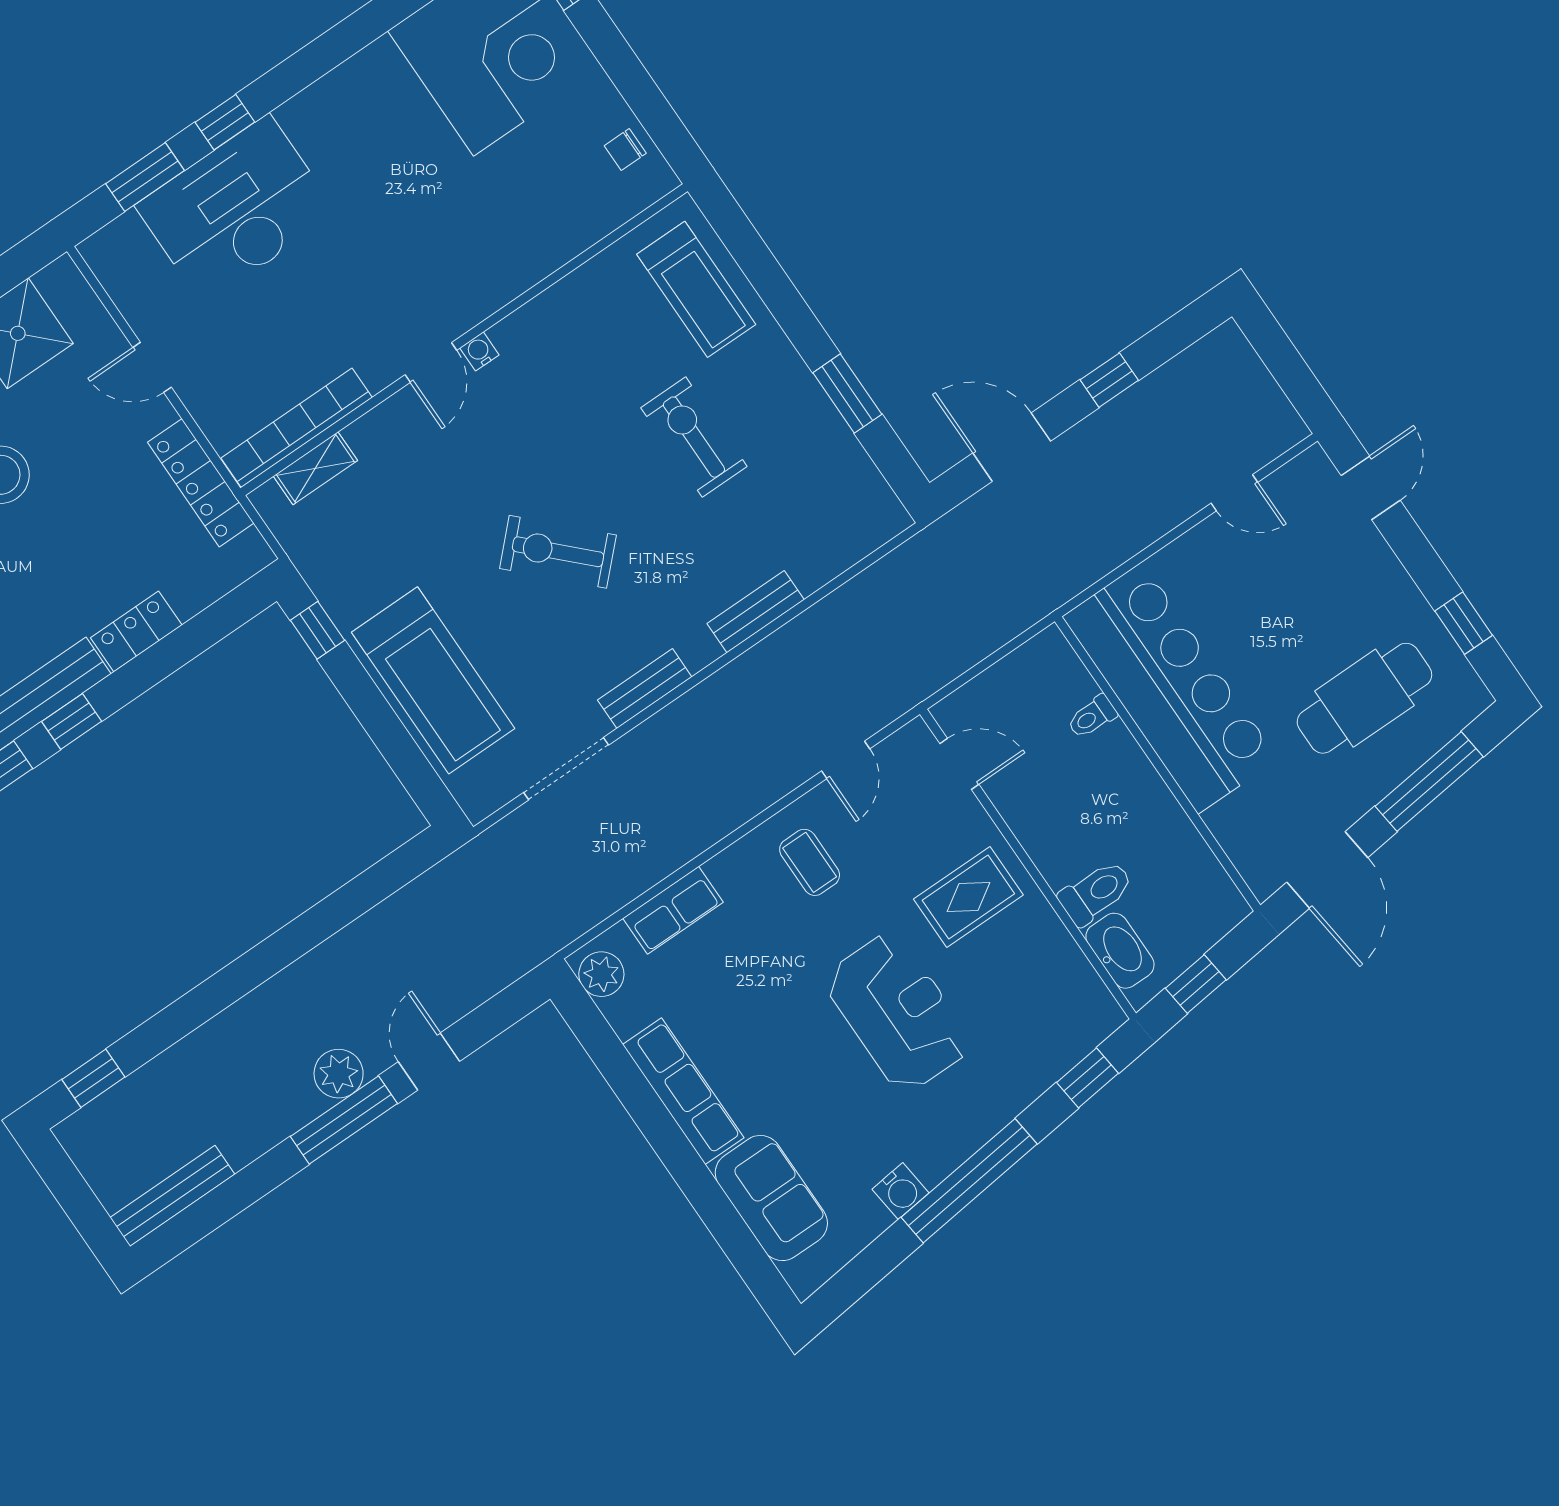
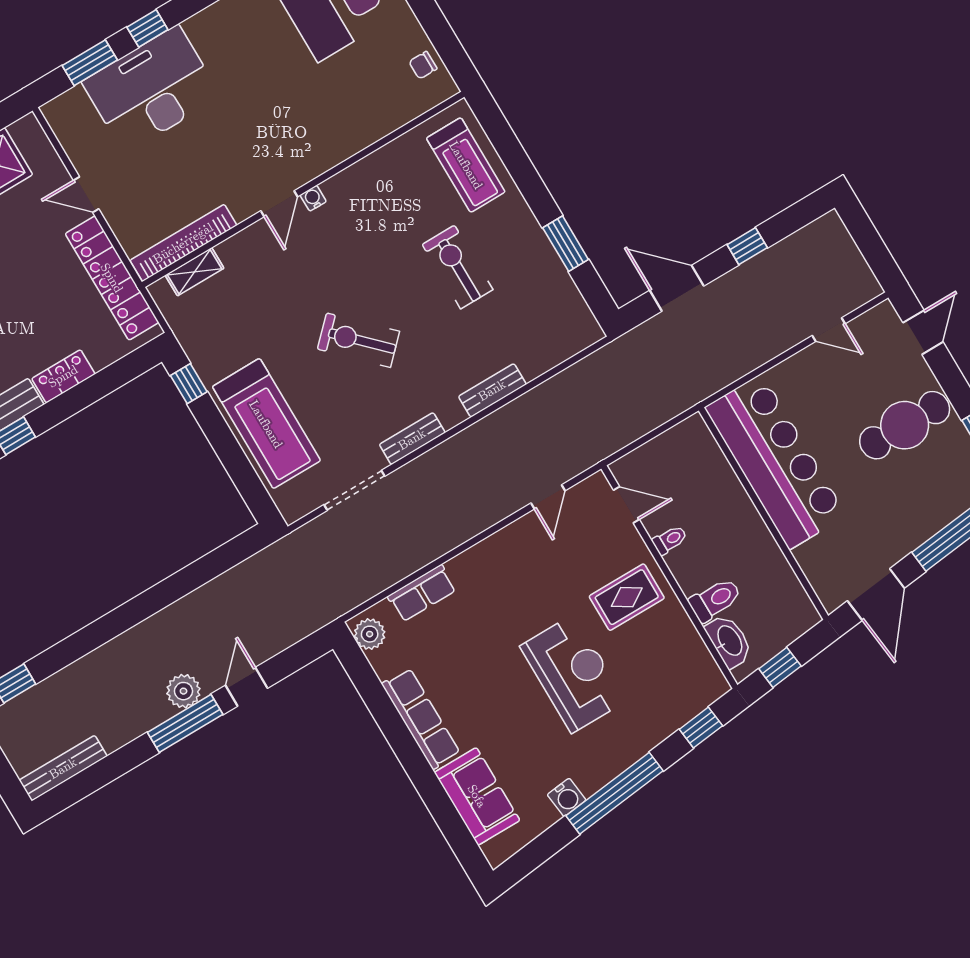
locker: (201, 483) -> (112, 278), width x1.41, depth x1.21
cafe table: (1364, 698) -> (905, 425), moved
toilet: (1092, 717) -> (670, 540), moved, turned 180
coffee table: (810, 862) -> (518, 566), removed

